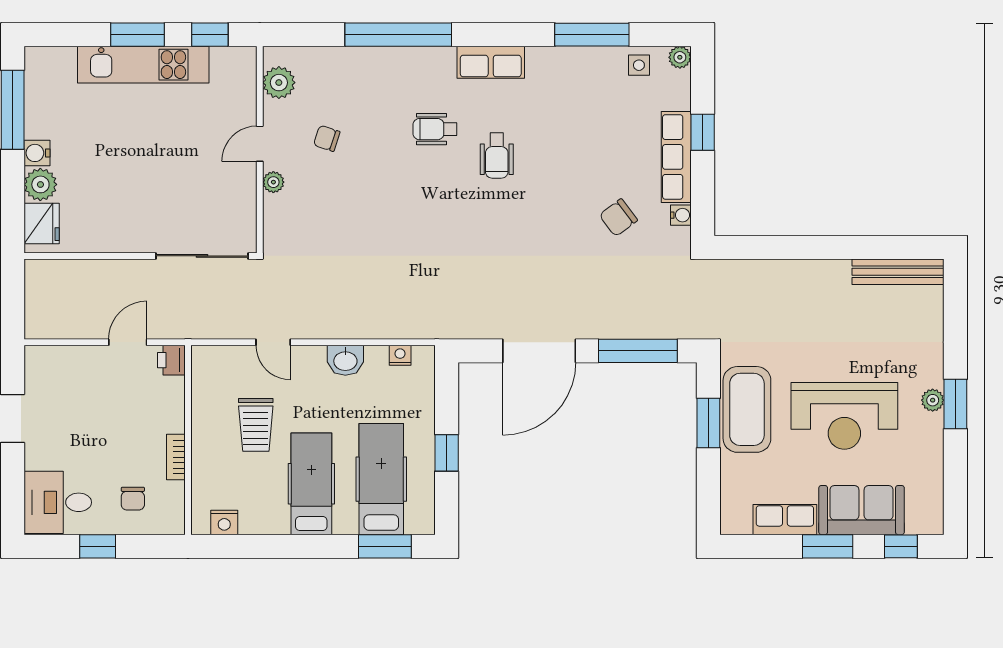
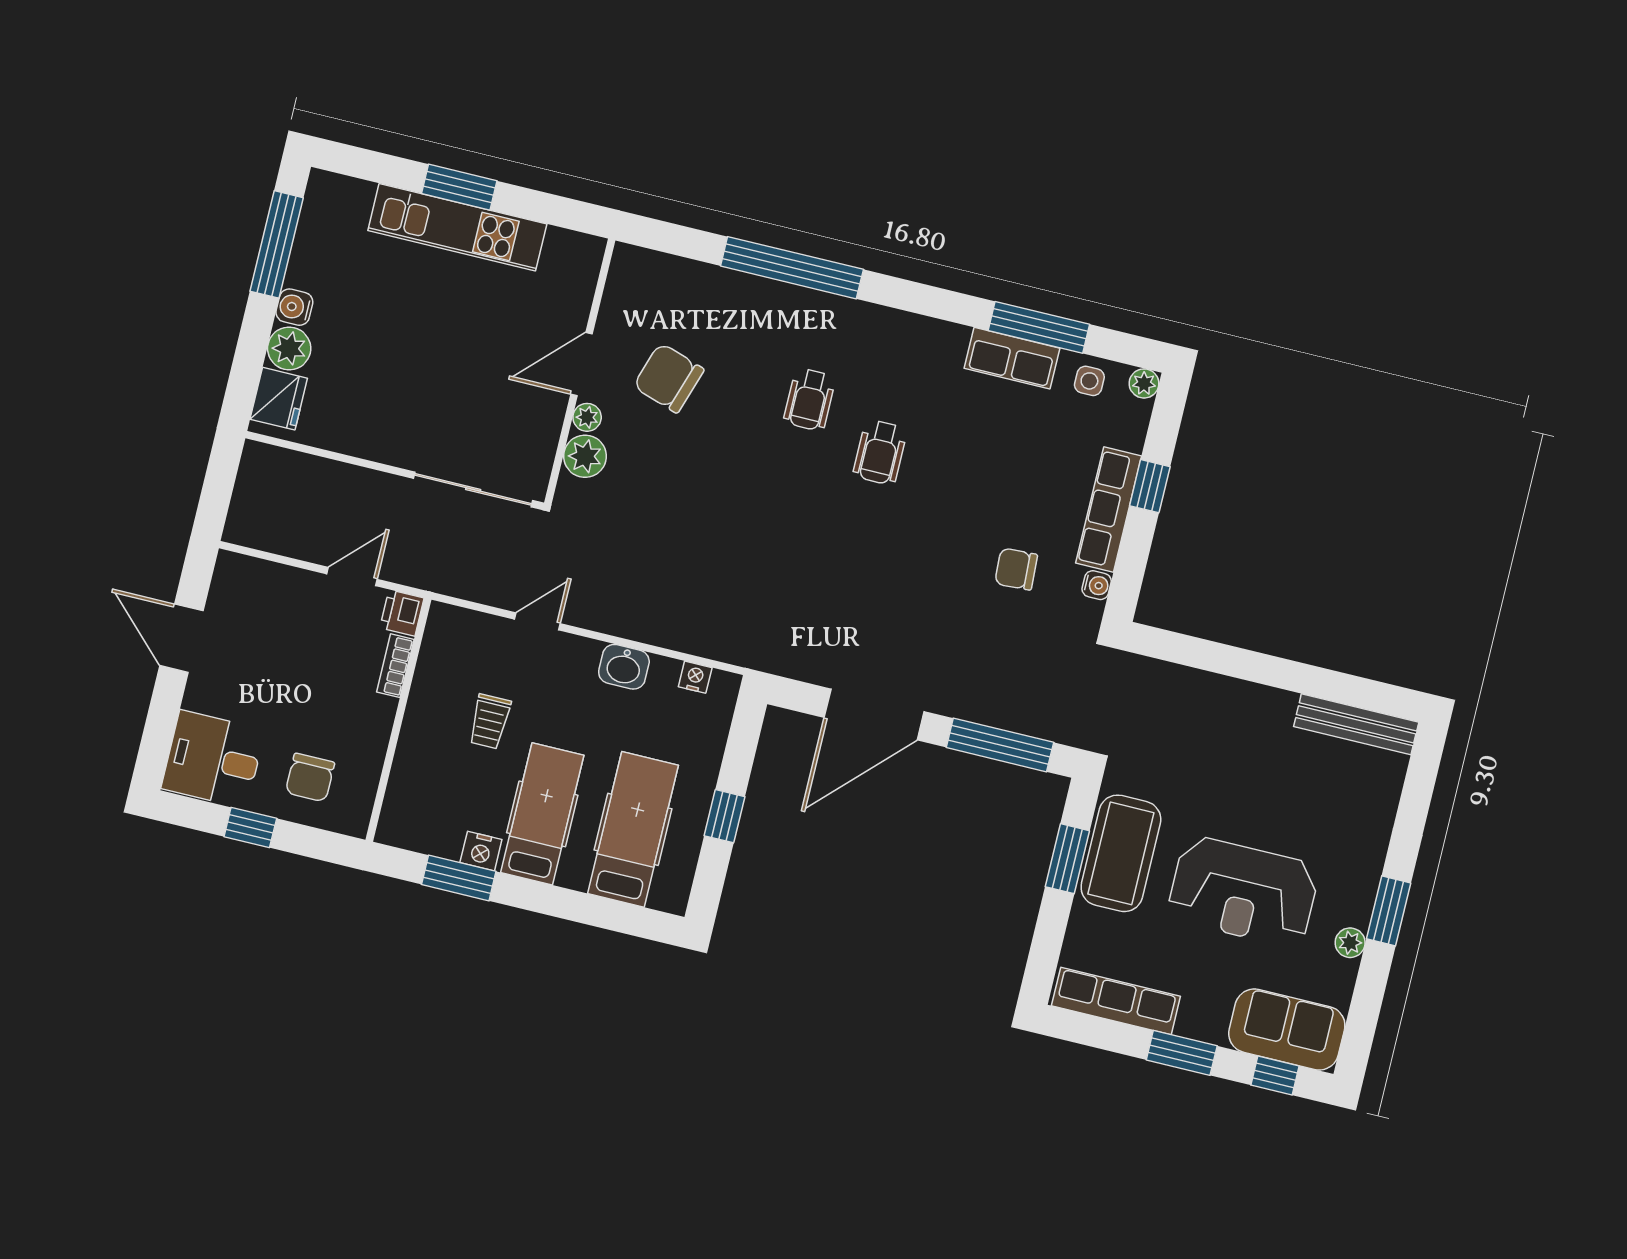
window: (210, 35) -> (552, 209), removed
row of seats: (491, 62) -> (1012, 358), moved
plant: (279, 83) -> (585, 456), moved
wheelchair: (435, 129) -> (810, 400), turned -90
chair: (327, 138) -> (669, 378), width x1.87, depth x1.87
door: (260, 144) -> (582, 364), width x1.37
chair: (618, 218) -> (1016, 569), turned 34
door: (273, 342) -> (537, 621), swing flipped
plant: (933, 400) -> (1350, 943), moved
trolley: (256, 425) -> (490, 721), width x0.73, depth x0.72
bookcase: (176, 457) -> (395, 666), moved
chair: (133, 499) -> (310, 778), width x1.37, depth x1.37
sofa: (862, 510) -> (1287, 1029), moved
row of seats: (785, 520) -> (1116, 1001), width x1.48
nightstand: (224, 522) -> (481, 851), moved
window: (385, 546) -> (459, 878), moved

